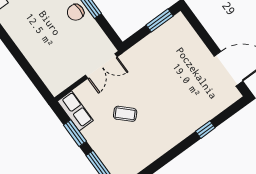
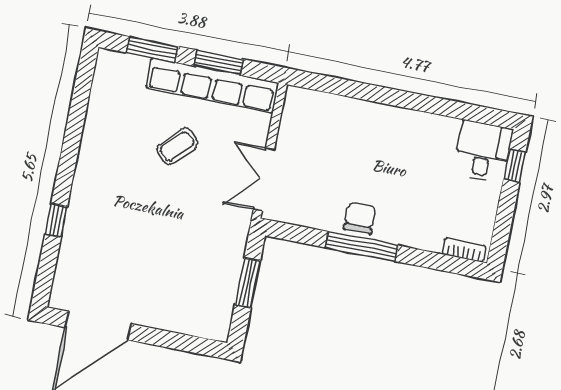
window: (160, 20) -> (247, 283), moved
row of seats: (75, 111) -> (212, 85), width x2.02

